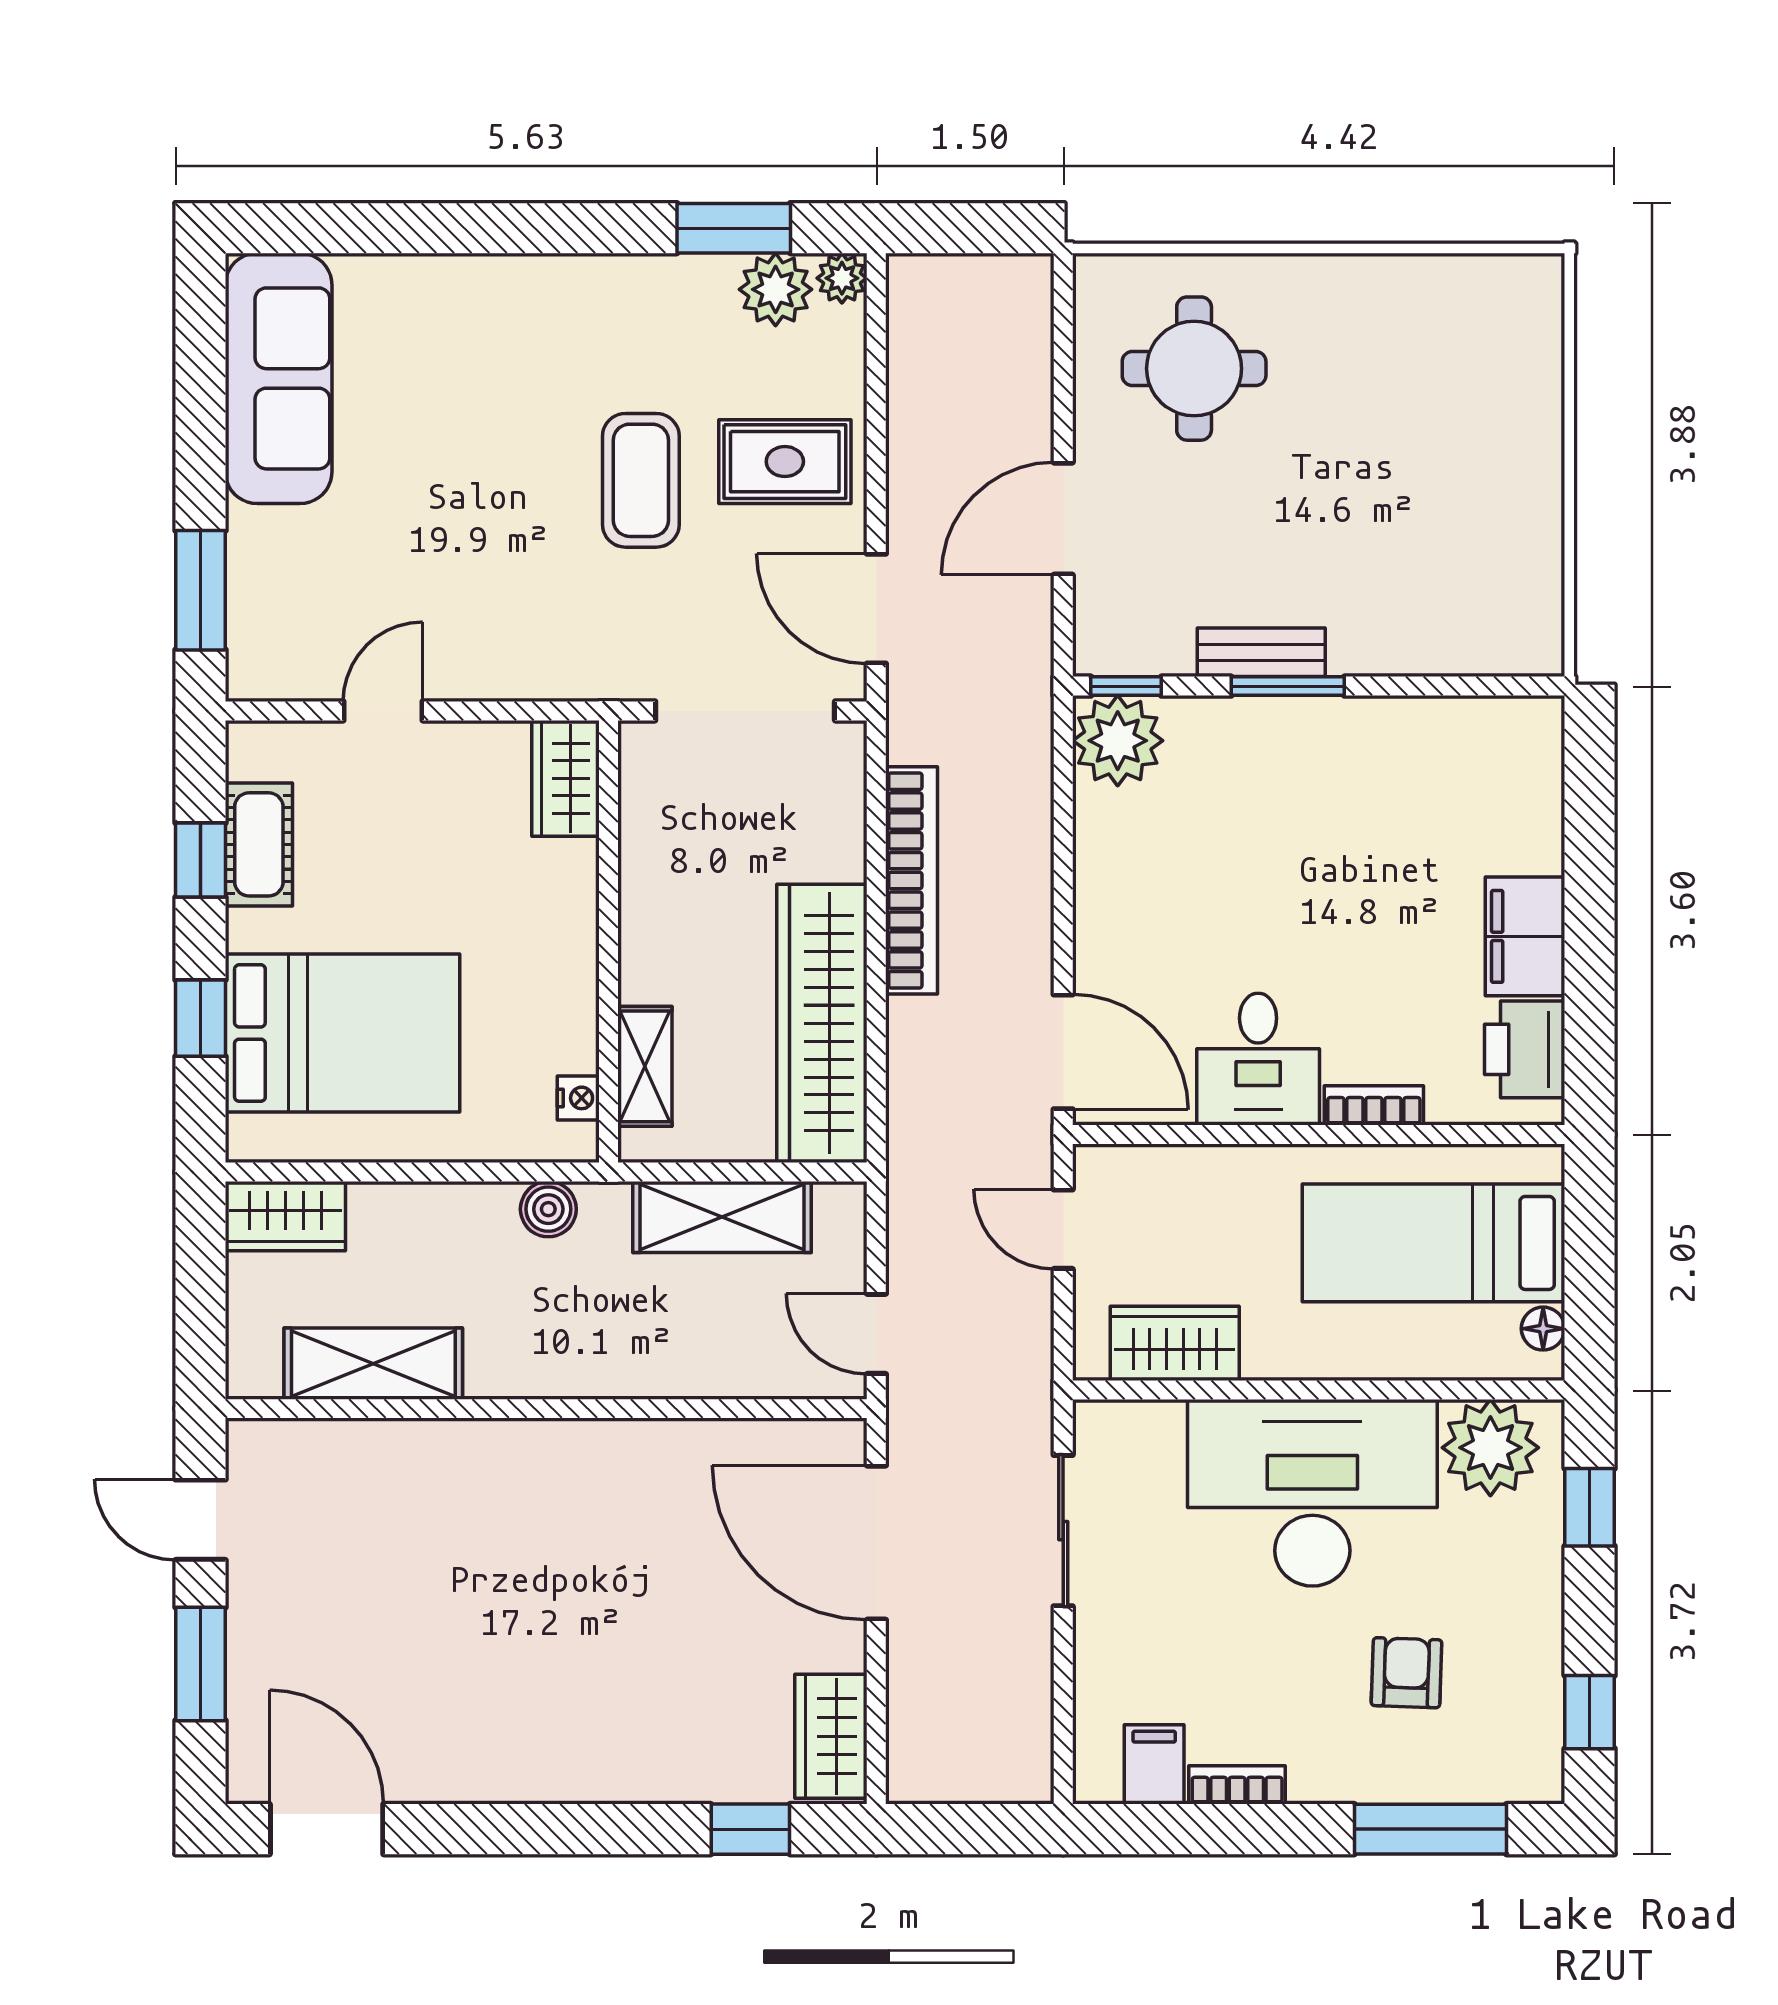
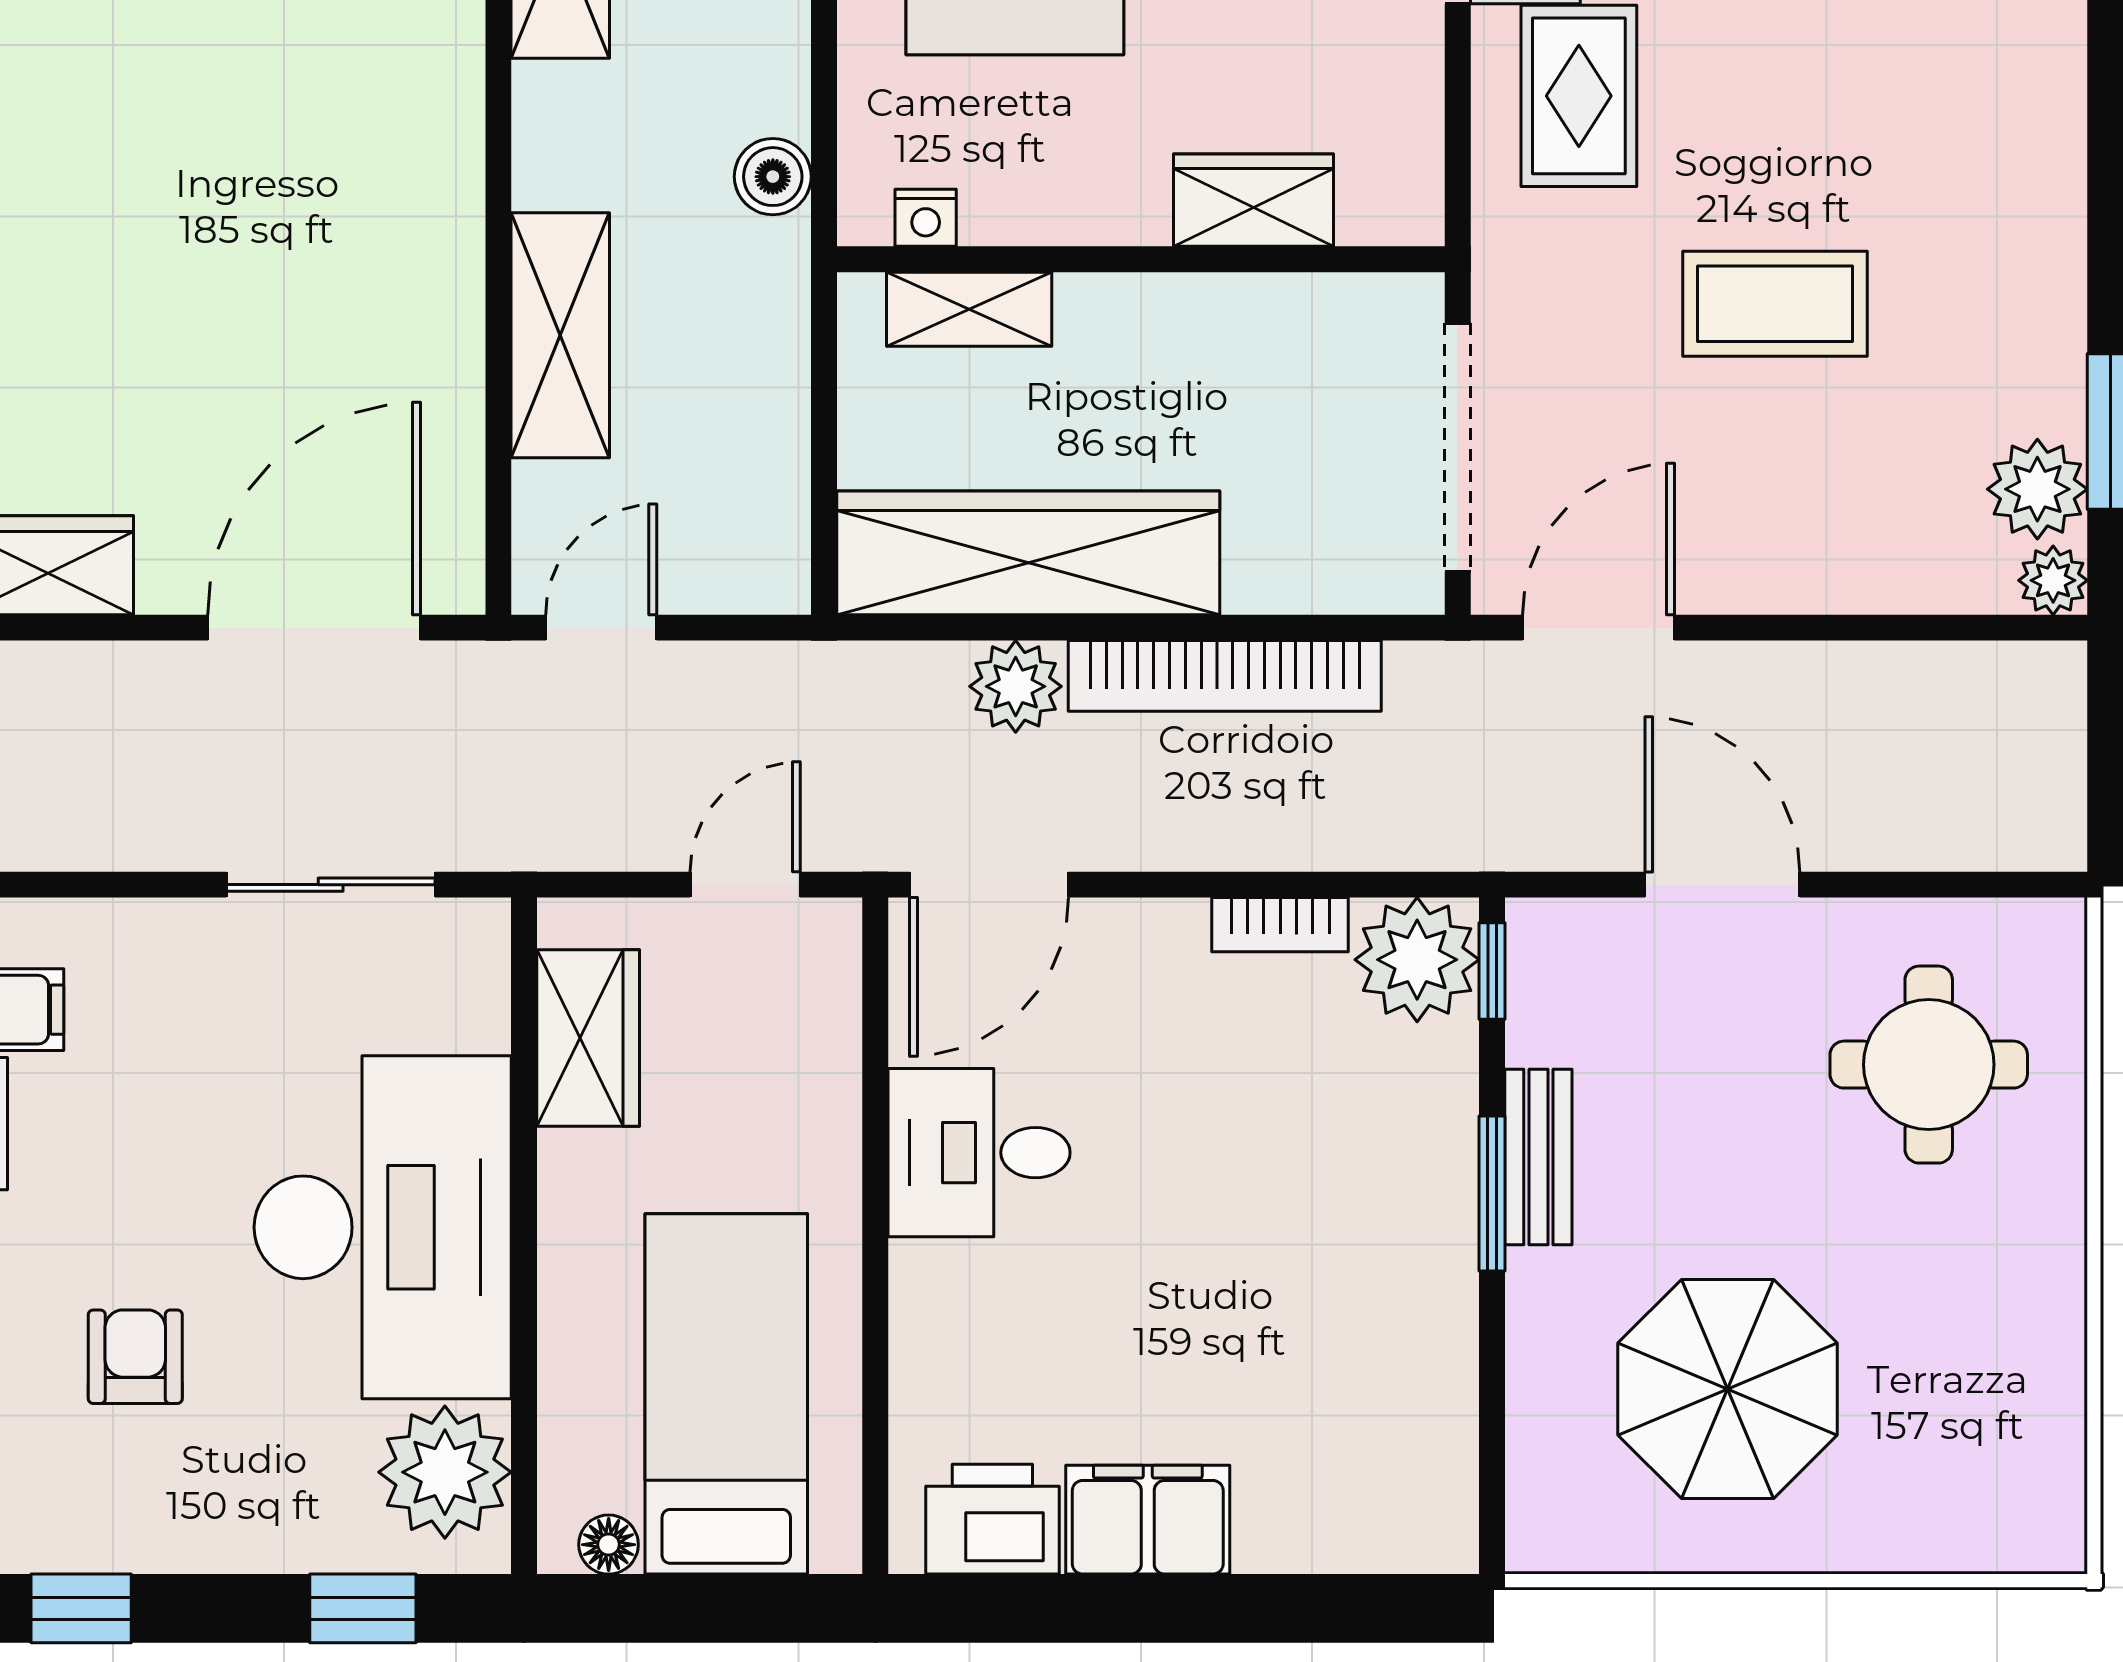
rug: (785, 462) -> (1579, 96), moved
parasol: (1430, 515) -> (1728, 1389), added
wardrobe: (565, 778) -> (1253, 200), moved
plant: (919, 1033) -> (1016, 686), added
bookcase: (1374, 1105) -> (1280, 925), moved, turned 90
shelving: (722, 1217) -> (560, 335), moved
armchair: (1406, 1673) -> (135, 1357), turned -92

